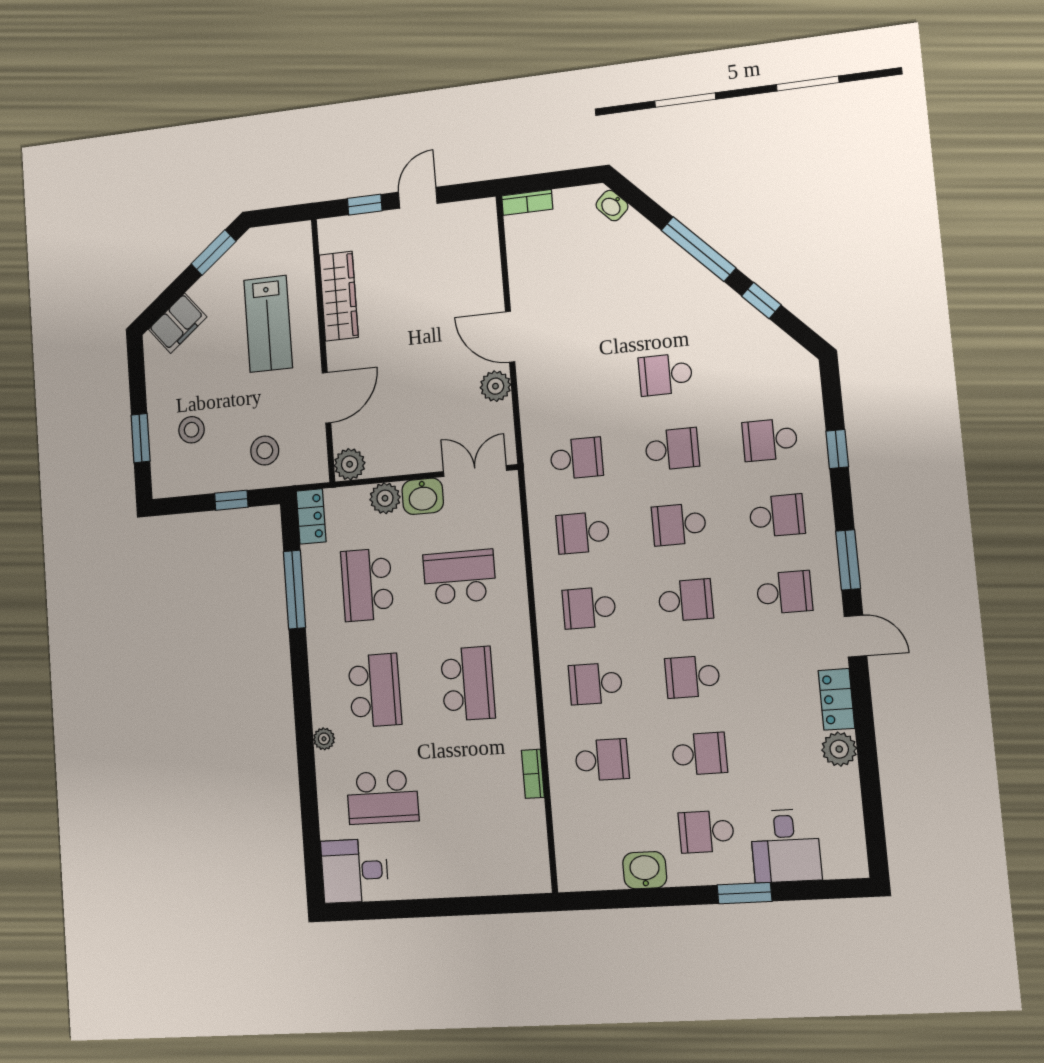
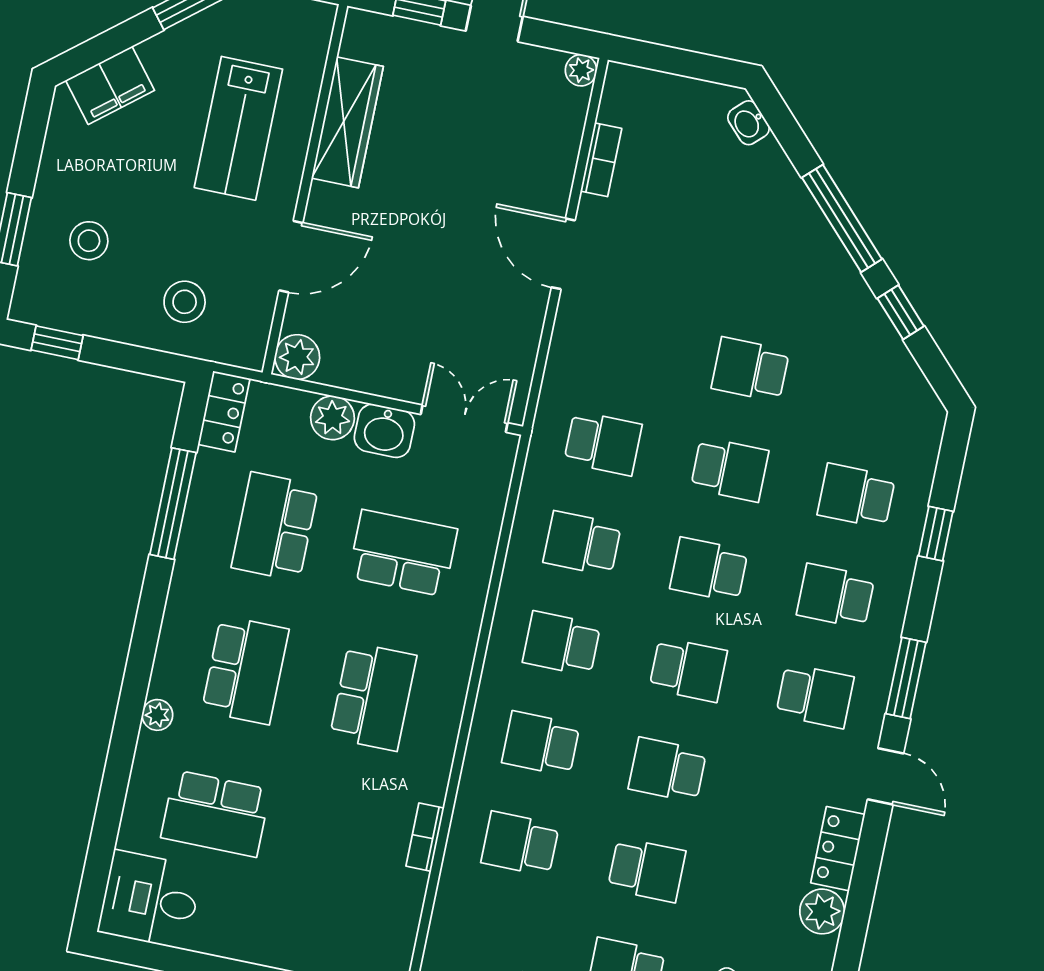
bookcase: (527, 202) -> (601, 160), moved, turned -90
plant: (495, 386) -> (581, 70), moved, width x0.73, depth x0.73
window: (231, 500) -> (57, 343), moved
school desk: (777, 516) -> (836, 596), turned 180
school desk: (602, 760) -> (520, 844), turned 180

